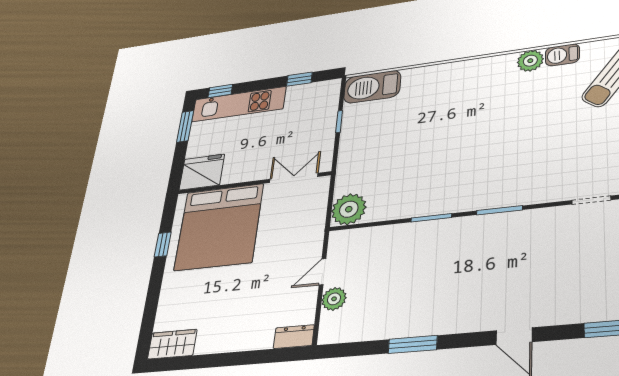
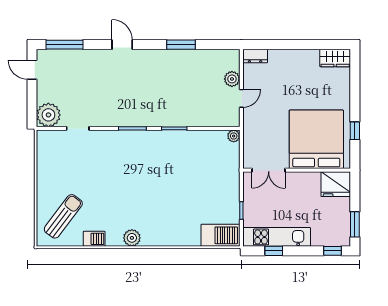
plant: (530, 61) -> (132, 238), moved
kitchen unit: (239, 104) -> (277, 237), moved
plant: (349, 209) -> (234, 136), width x0.53, depth x0.53

